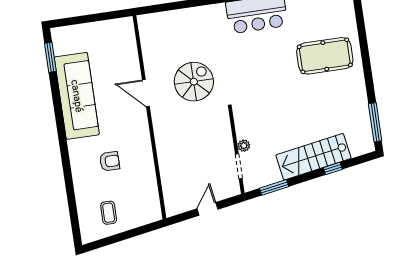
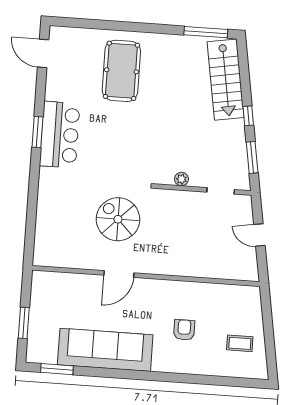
window: (85, 19) -> (24, 323), added
plant: (244, 146) -> (181, 179), moved
stairs: (313, 157) -> (226, 80), moved
window: (333, 168) -> (248, 116), moved

